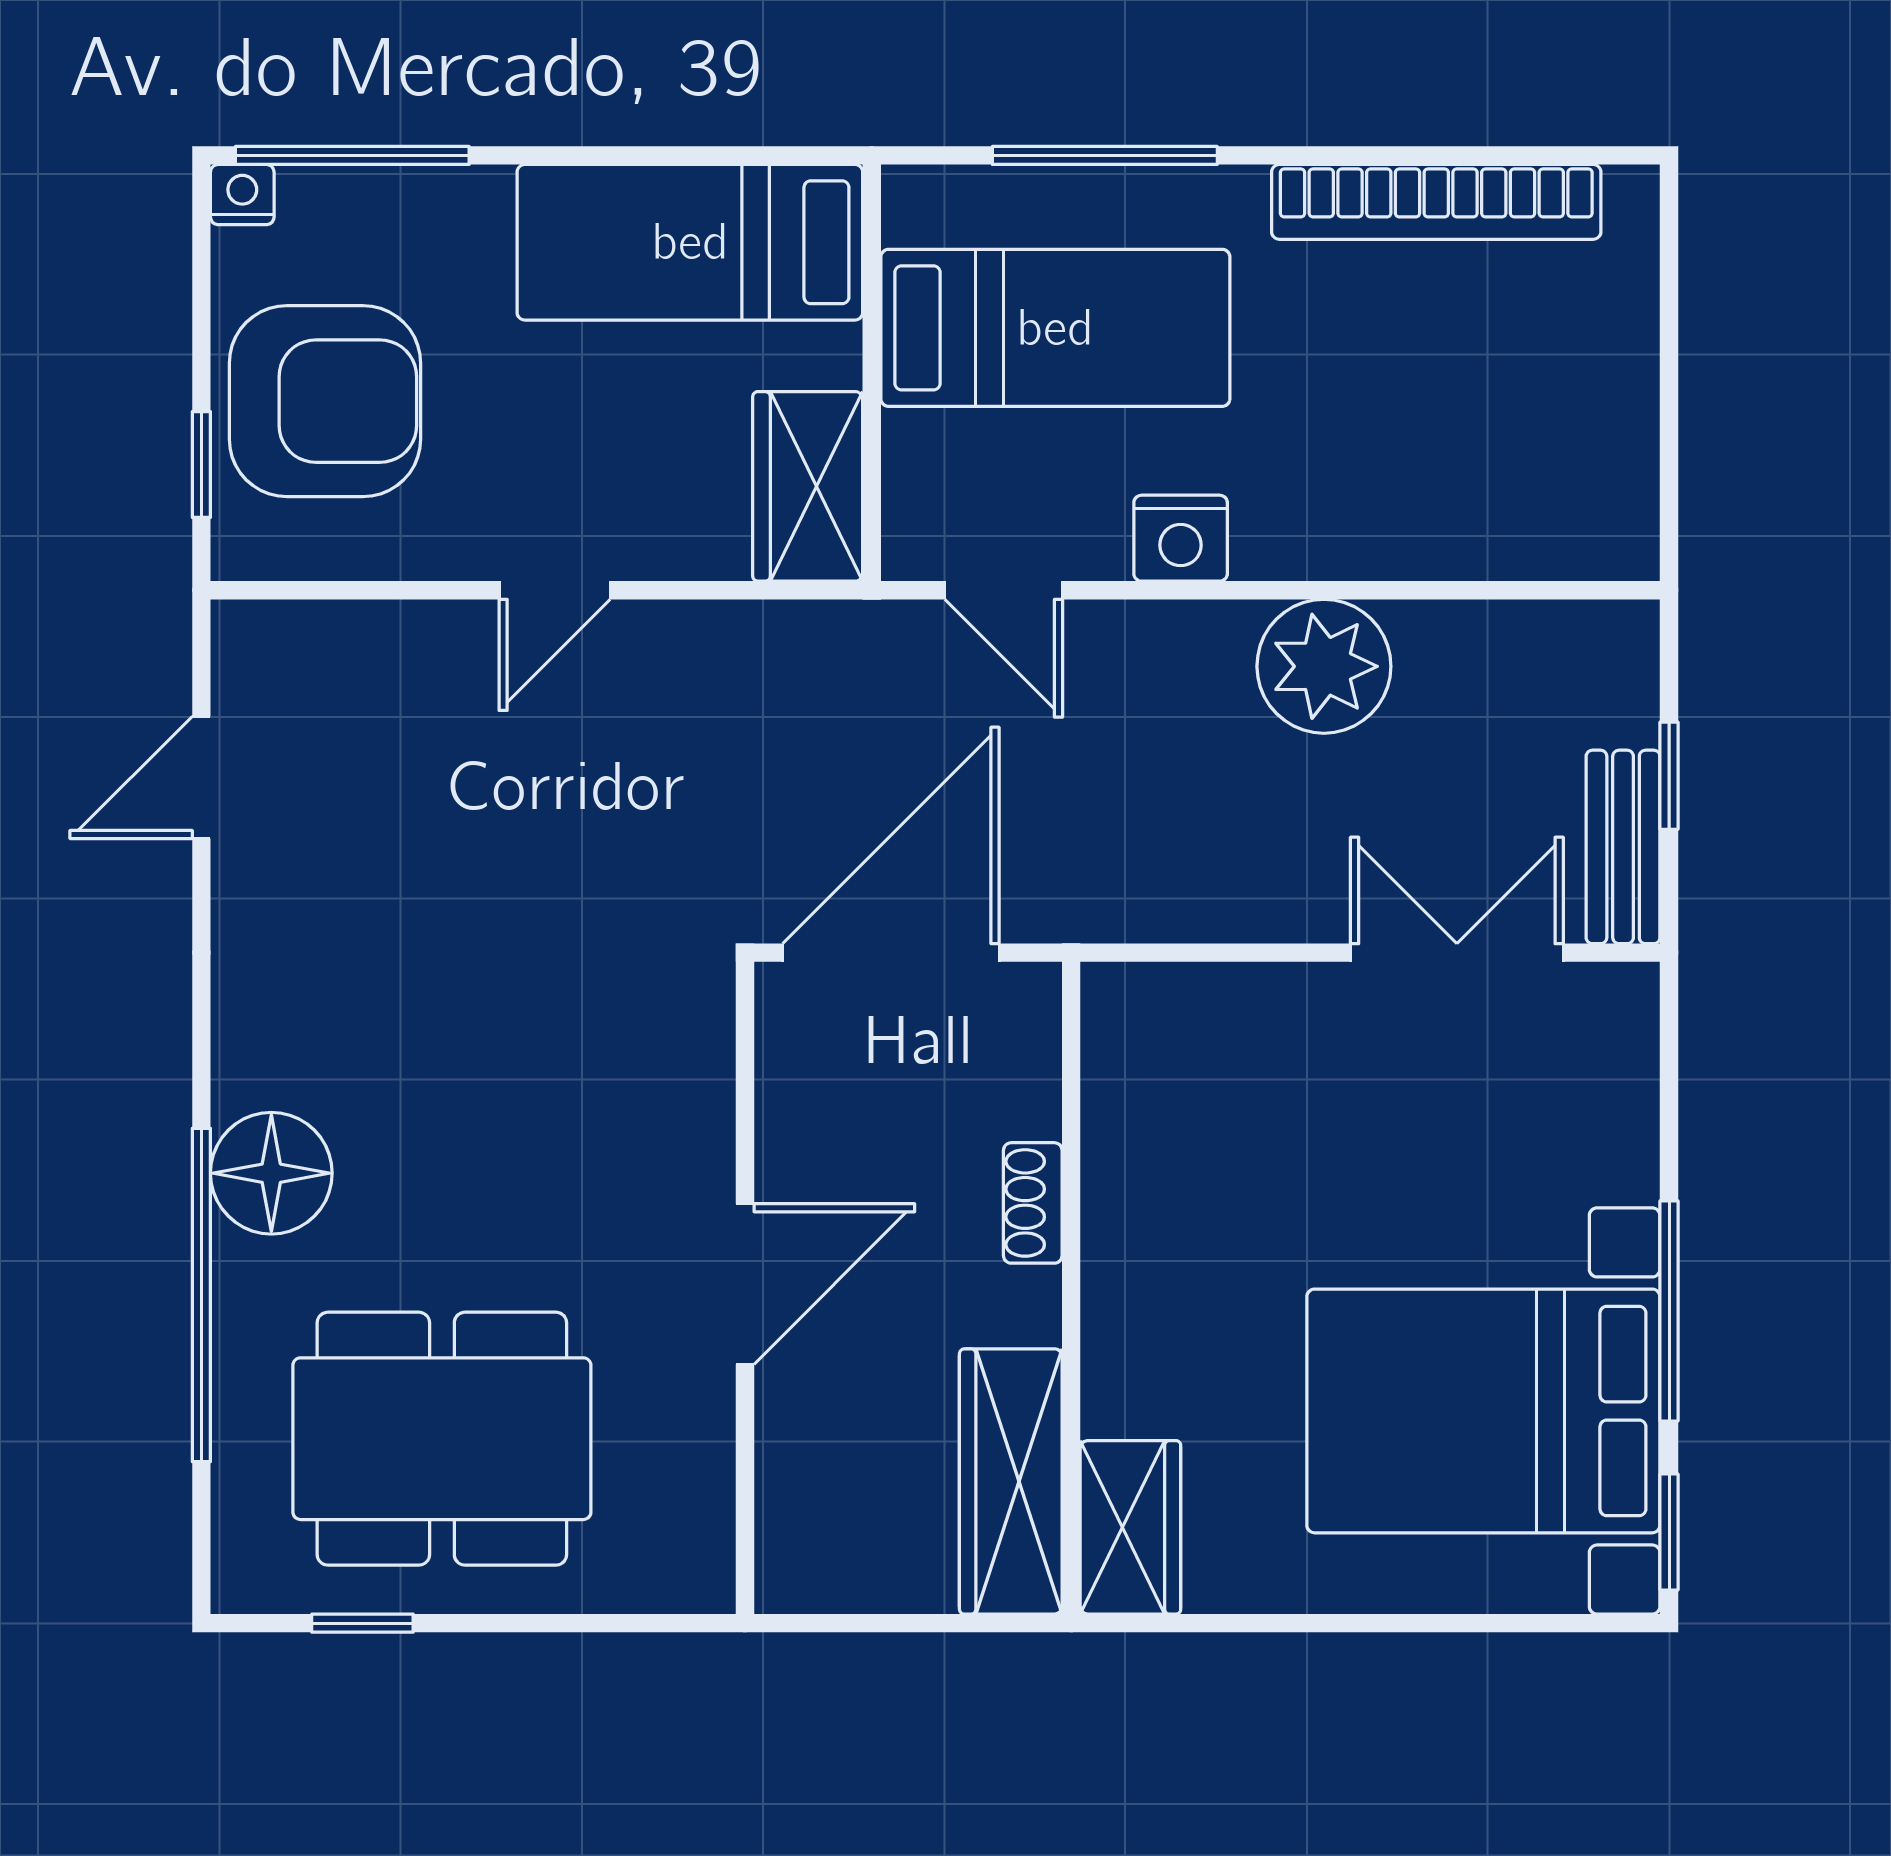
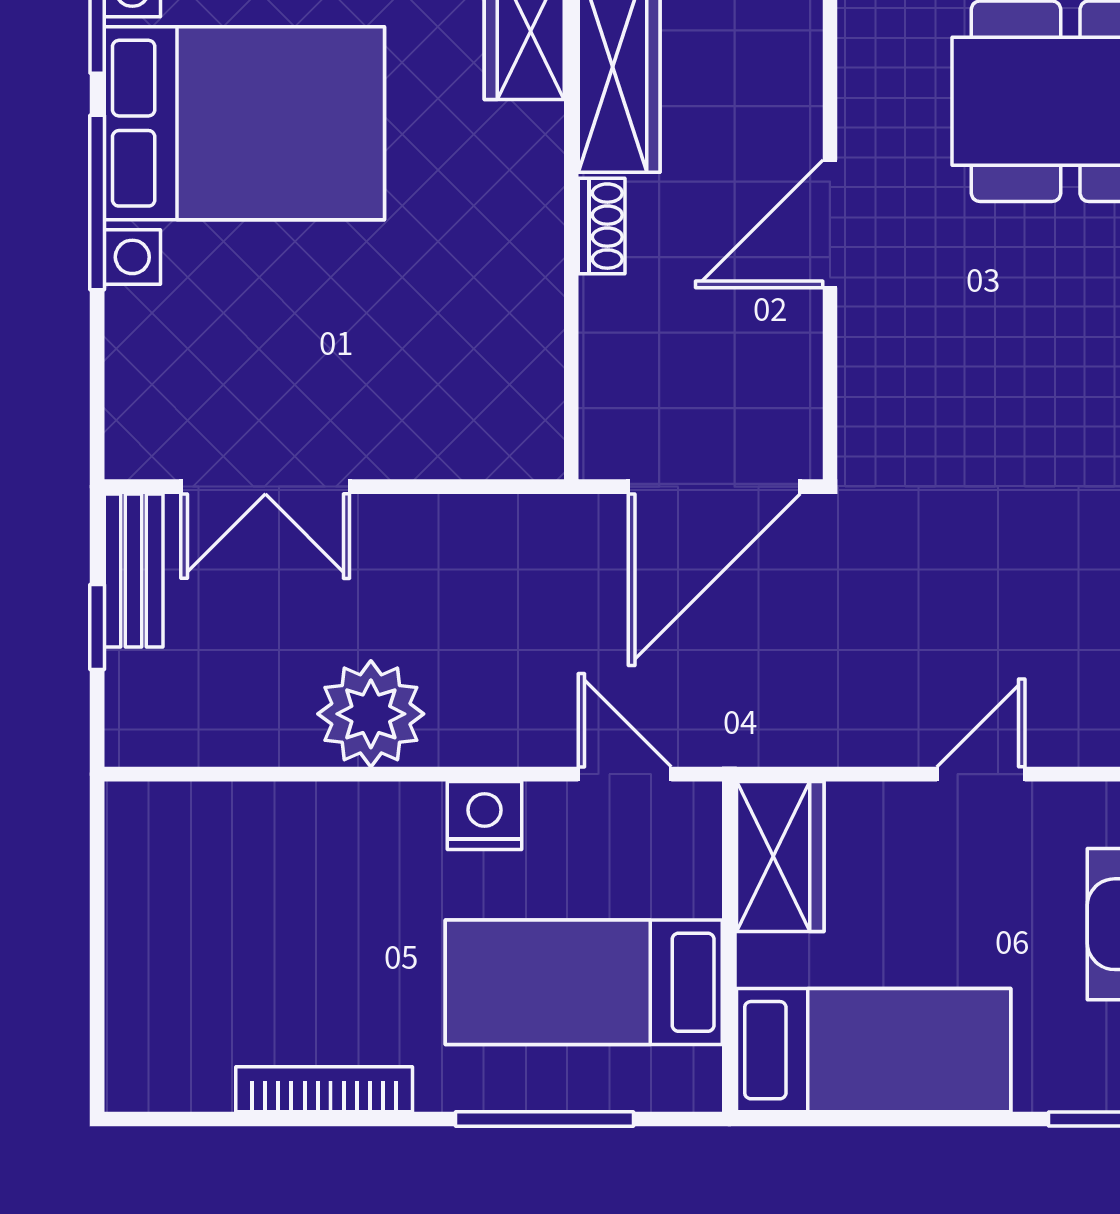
bookcase: (1436, 202) -> (324, 1089), width x0.68, depth x0.76
shoe rack: (1033, 1203) -> (602, 226), moved

